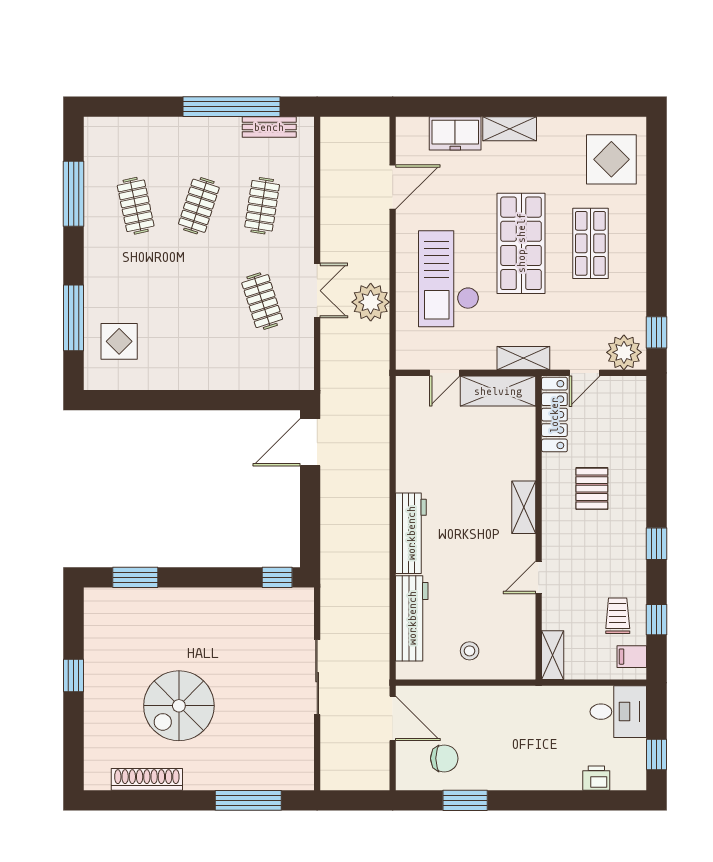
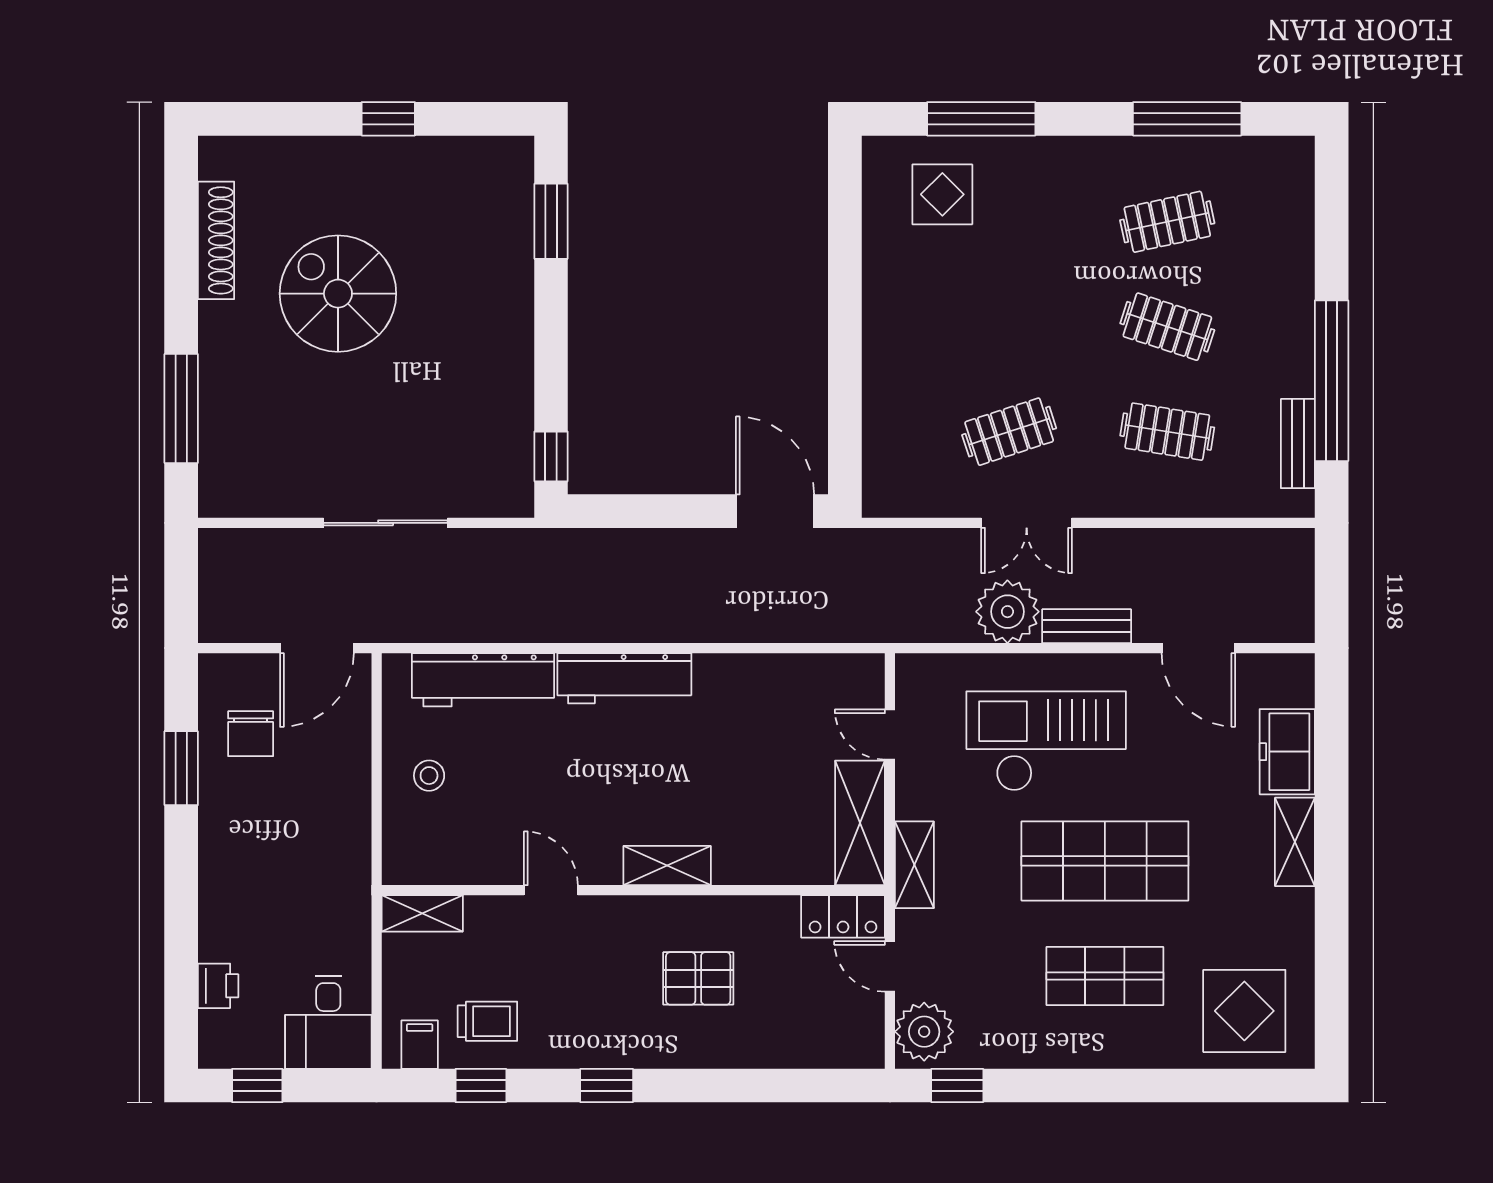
bench: (379, 254) -> (1087, 626), added
locker: (554, 415) -> (843, 916), width x0.66

